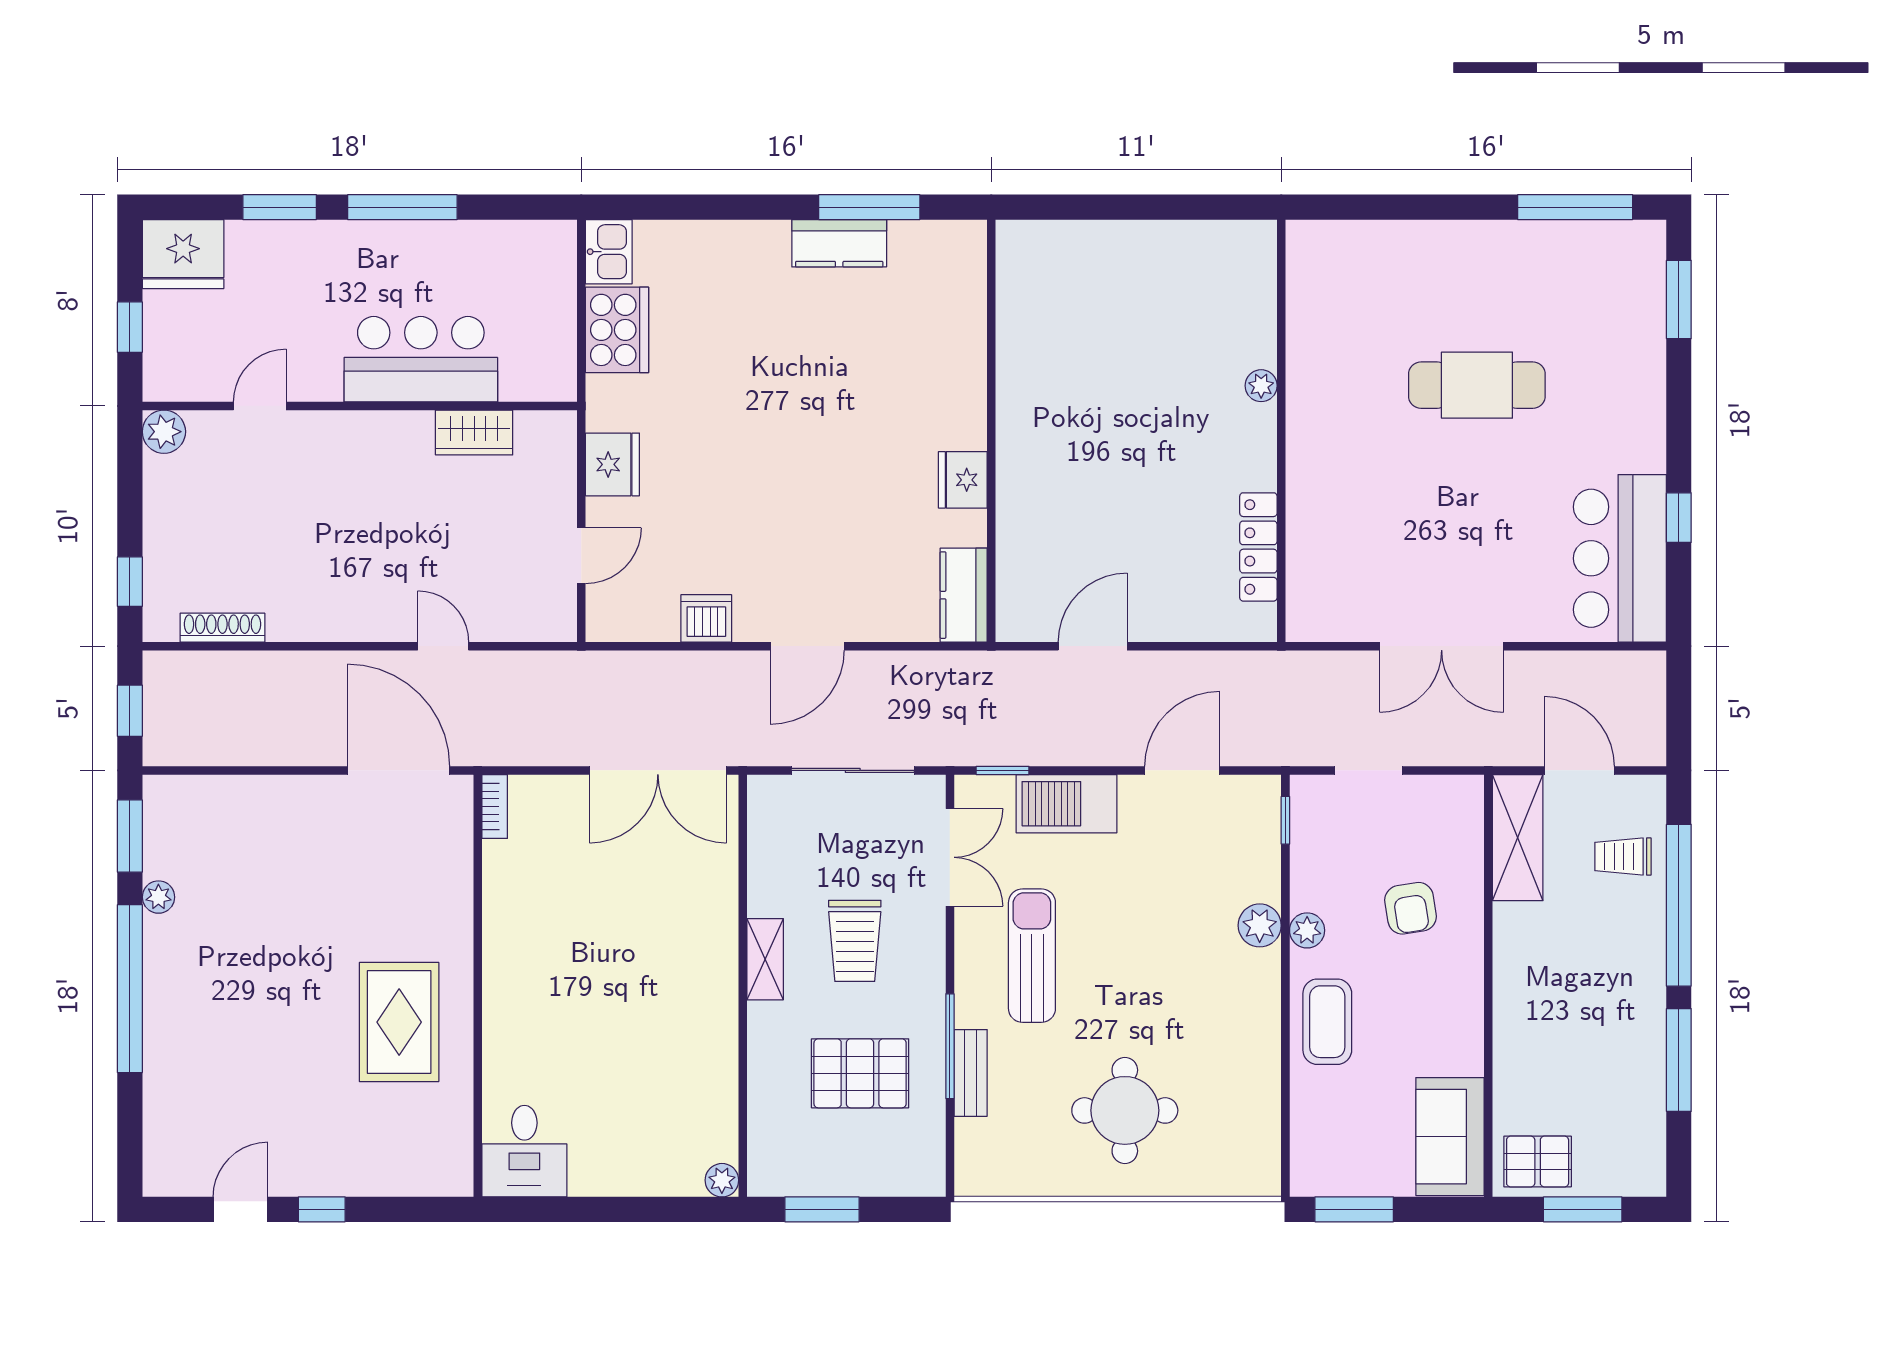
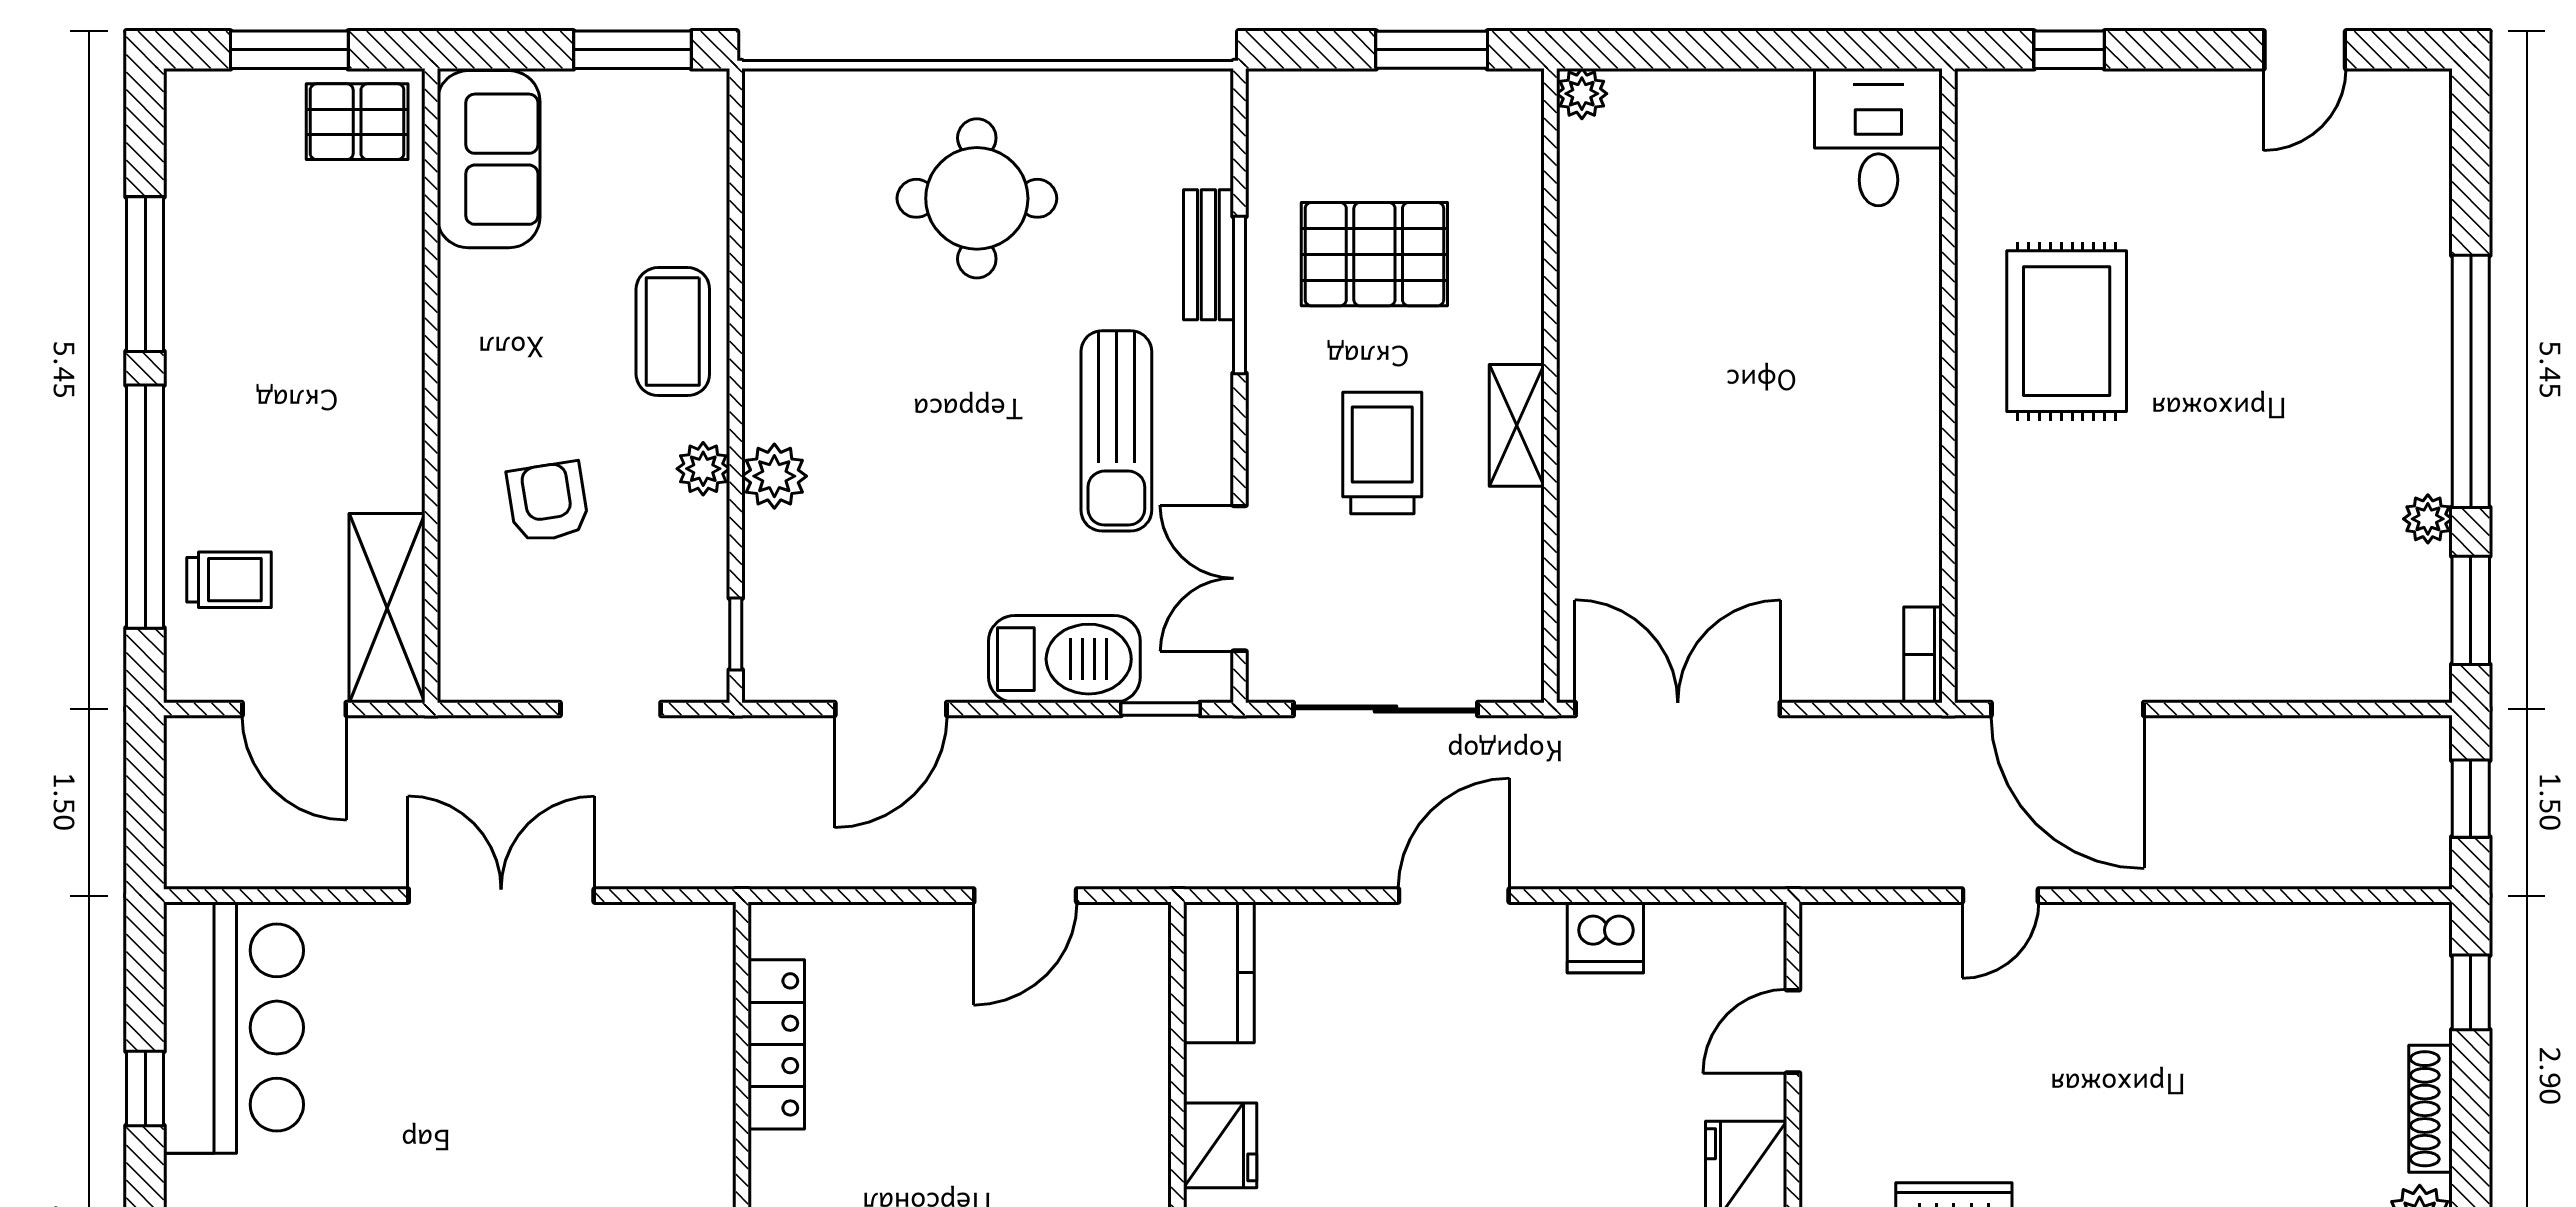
shoe rack: (222, 628) -> (2430, 1109), moved, turned 90
door: (443, 646) -> (2000, 896), hinge flipped
window: (322, 1209) -> (2069, 50), moved

